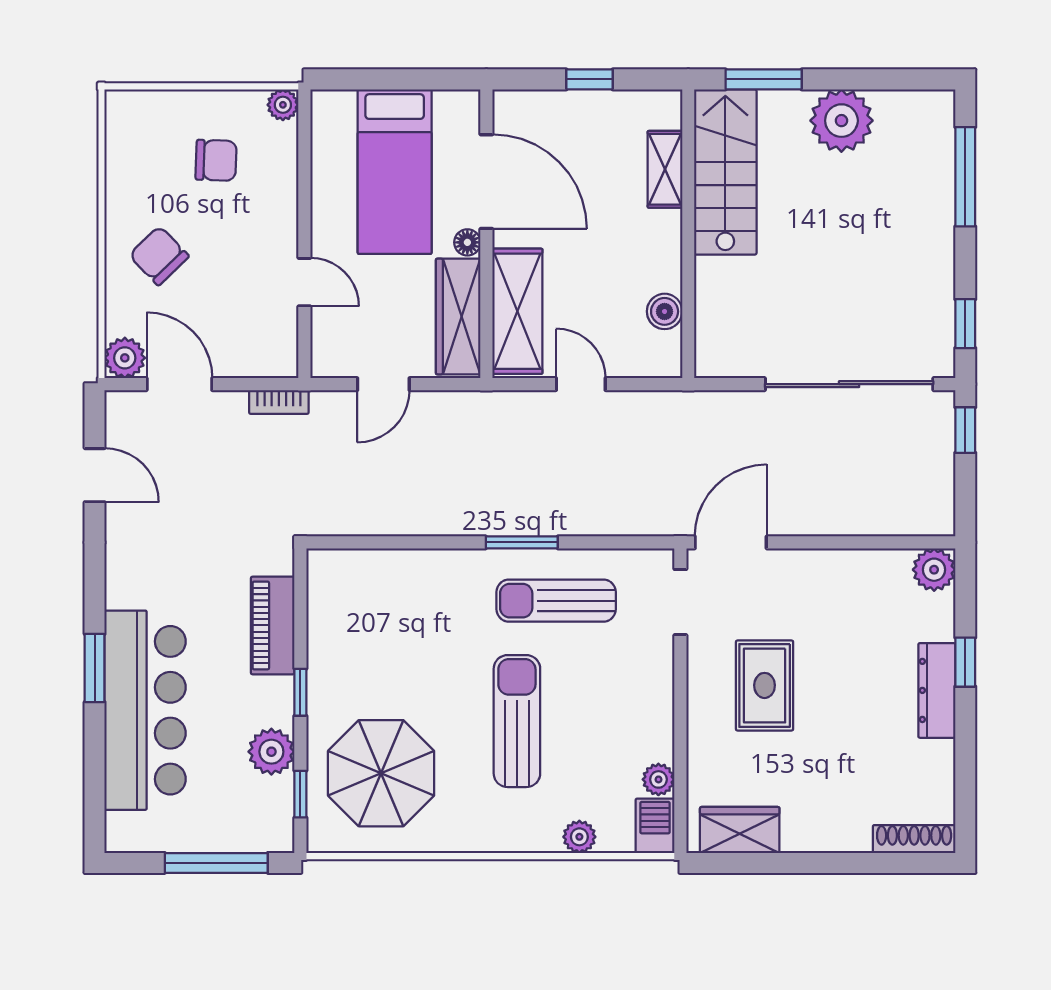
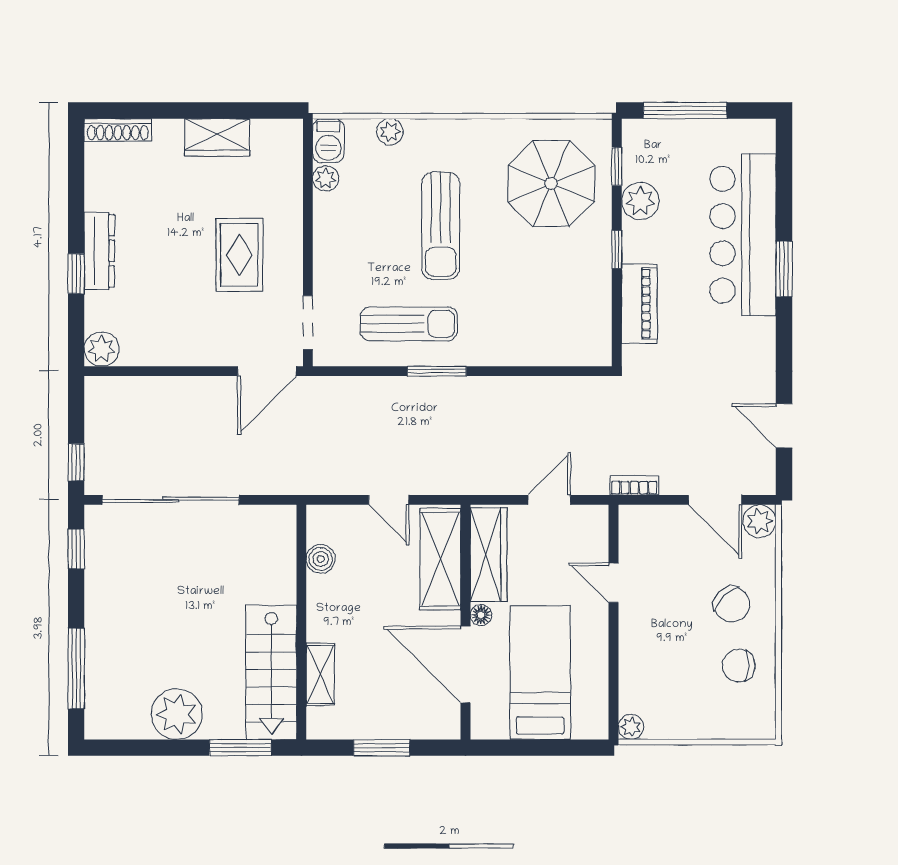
window: (590, 79) -> (382, 748), width x1.50
chair: (216, 160) -> (739, 666), moved
wardrobe: (740, 830) -> (217, 137), moved

